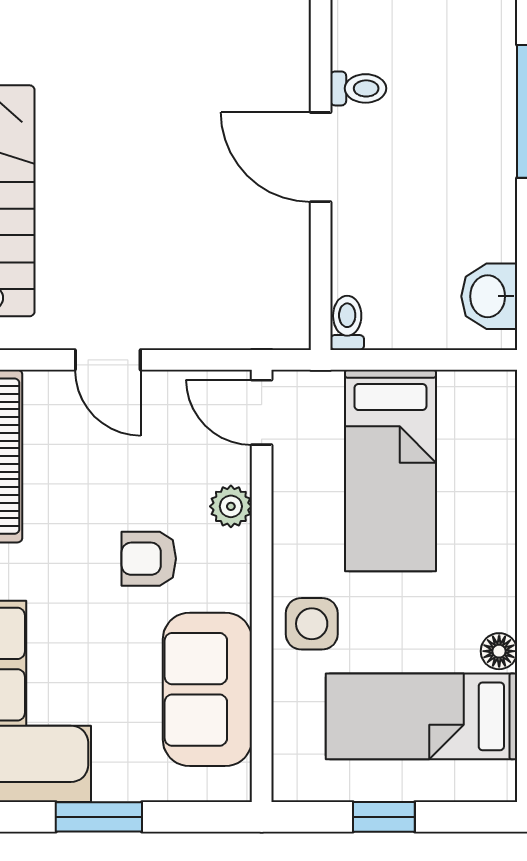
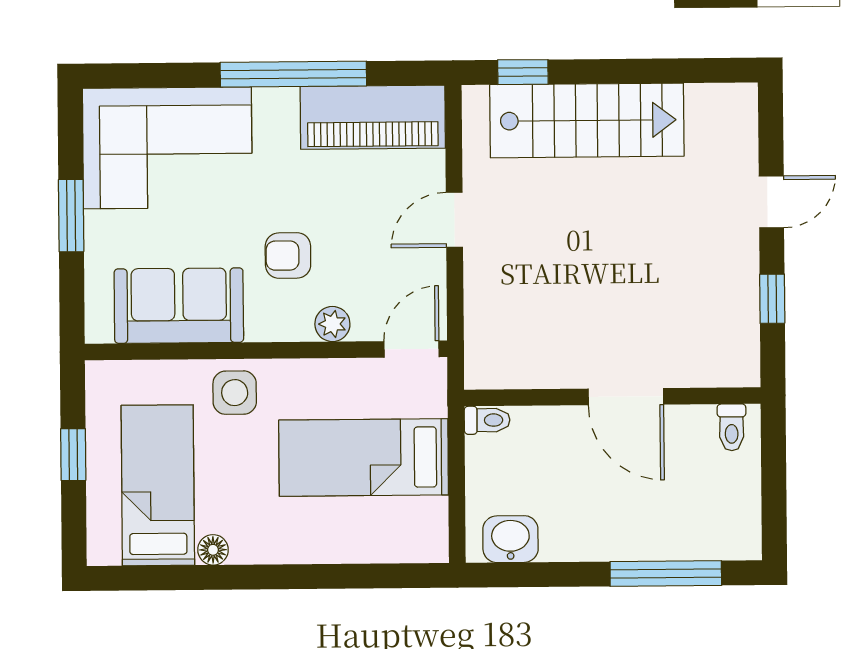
toilet: (358, 88) -> (732, 427), moved
door: (321, 157) -> (626, 397), swing flipped
armchair: (149, 559) -> (288, 255), turned -90

